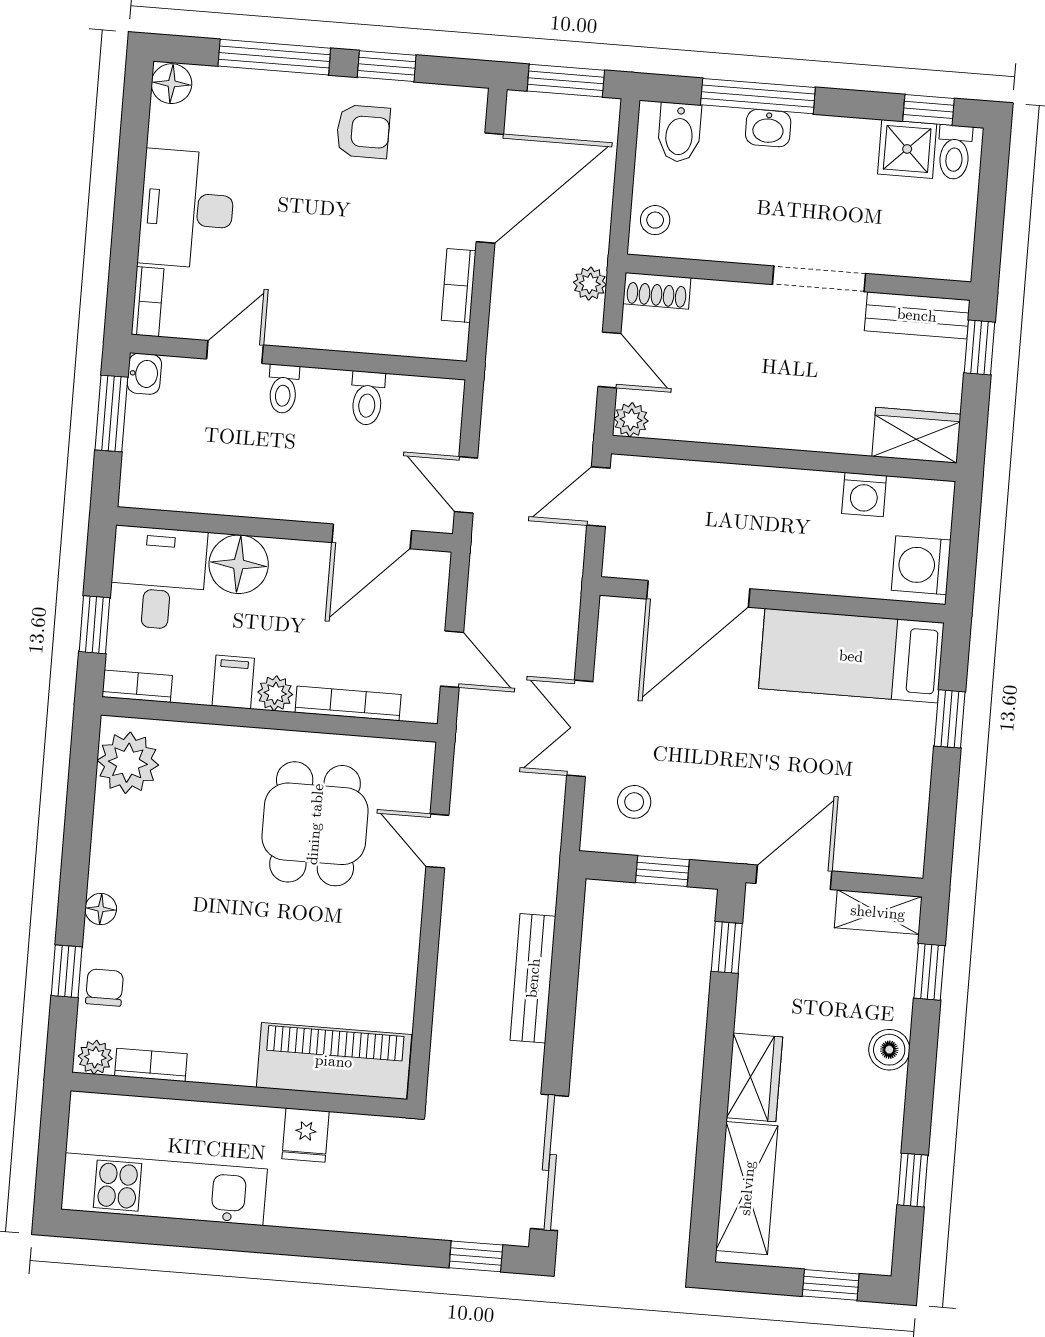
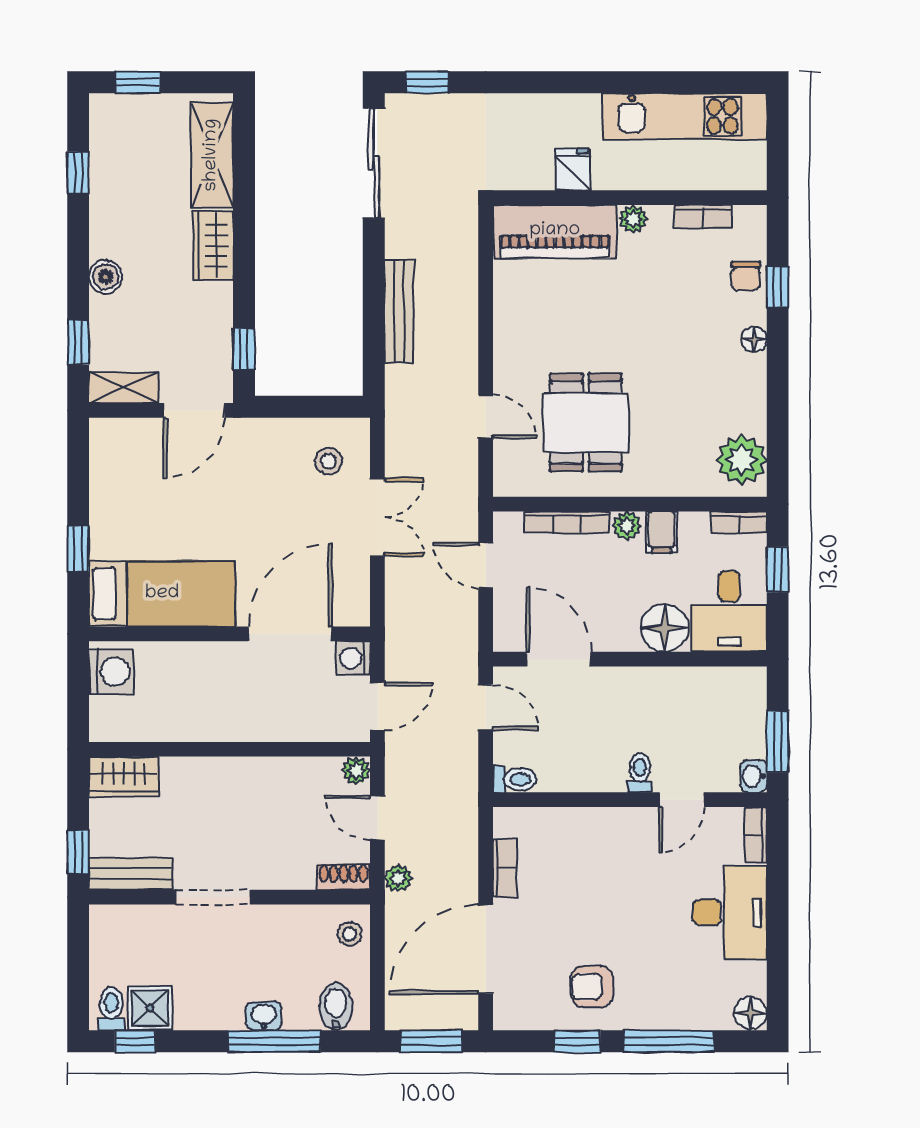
toilet: (367, 398) -> (514, 779), moved, turned 90
washing machine: (864, 495) -> (353, 658), moved, turned -90
door: (372, 536) -> (559, 659), hinge flipped
window: (662, 871) -> (301, 407), removed
plant: (95, 1057) -> (633, 219), moved

